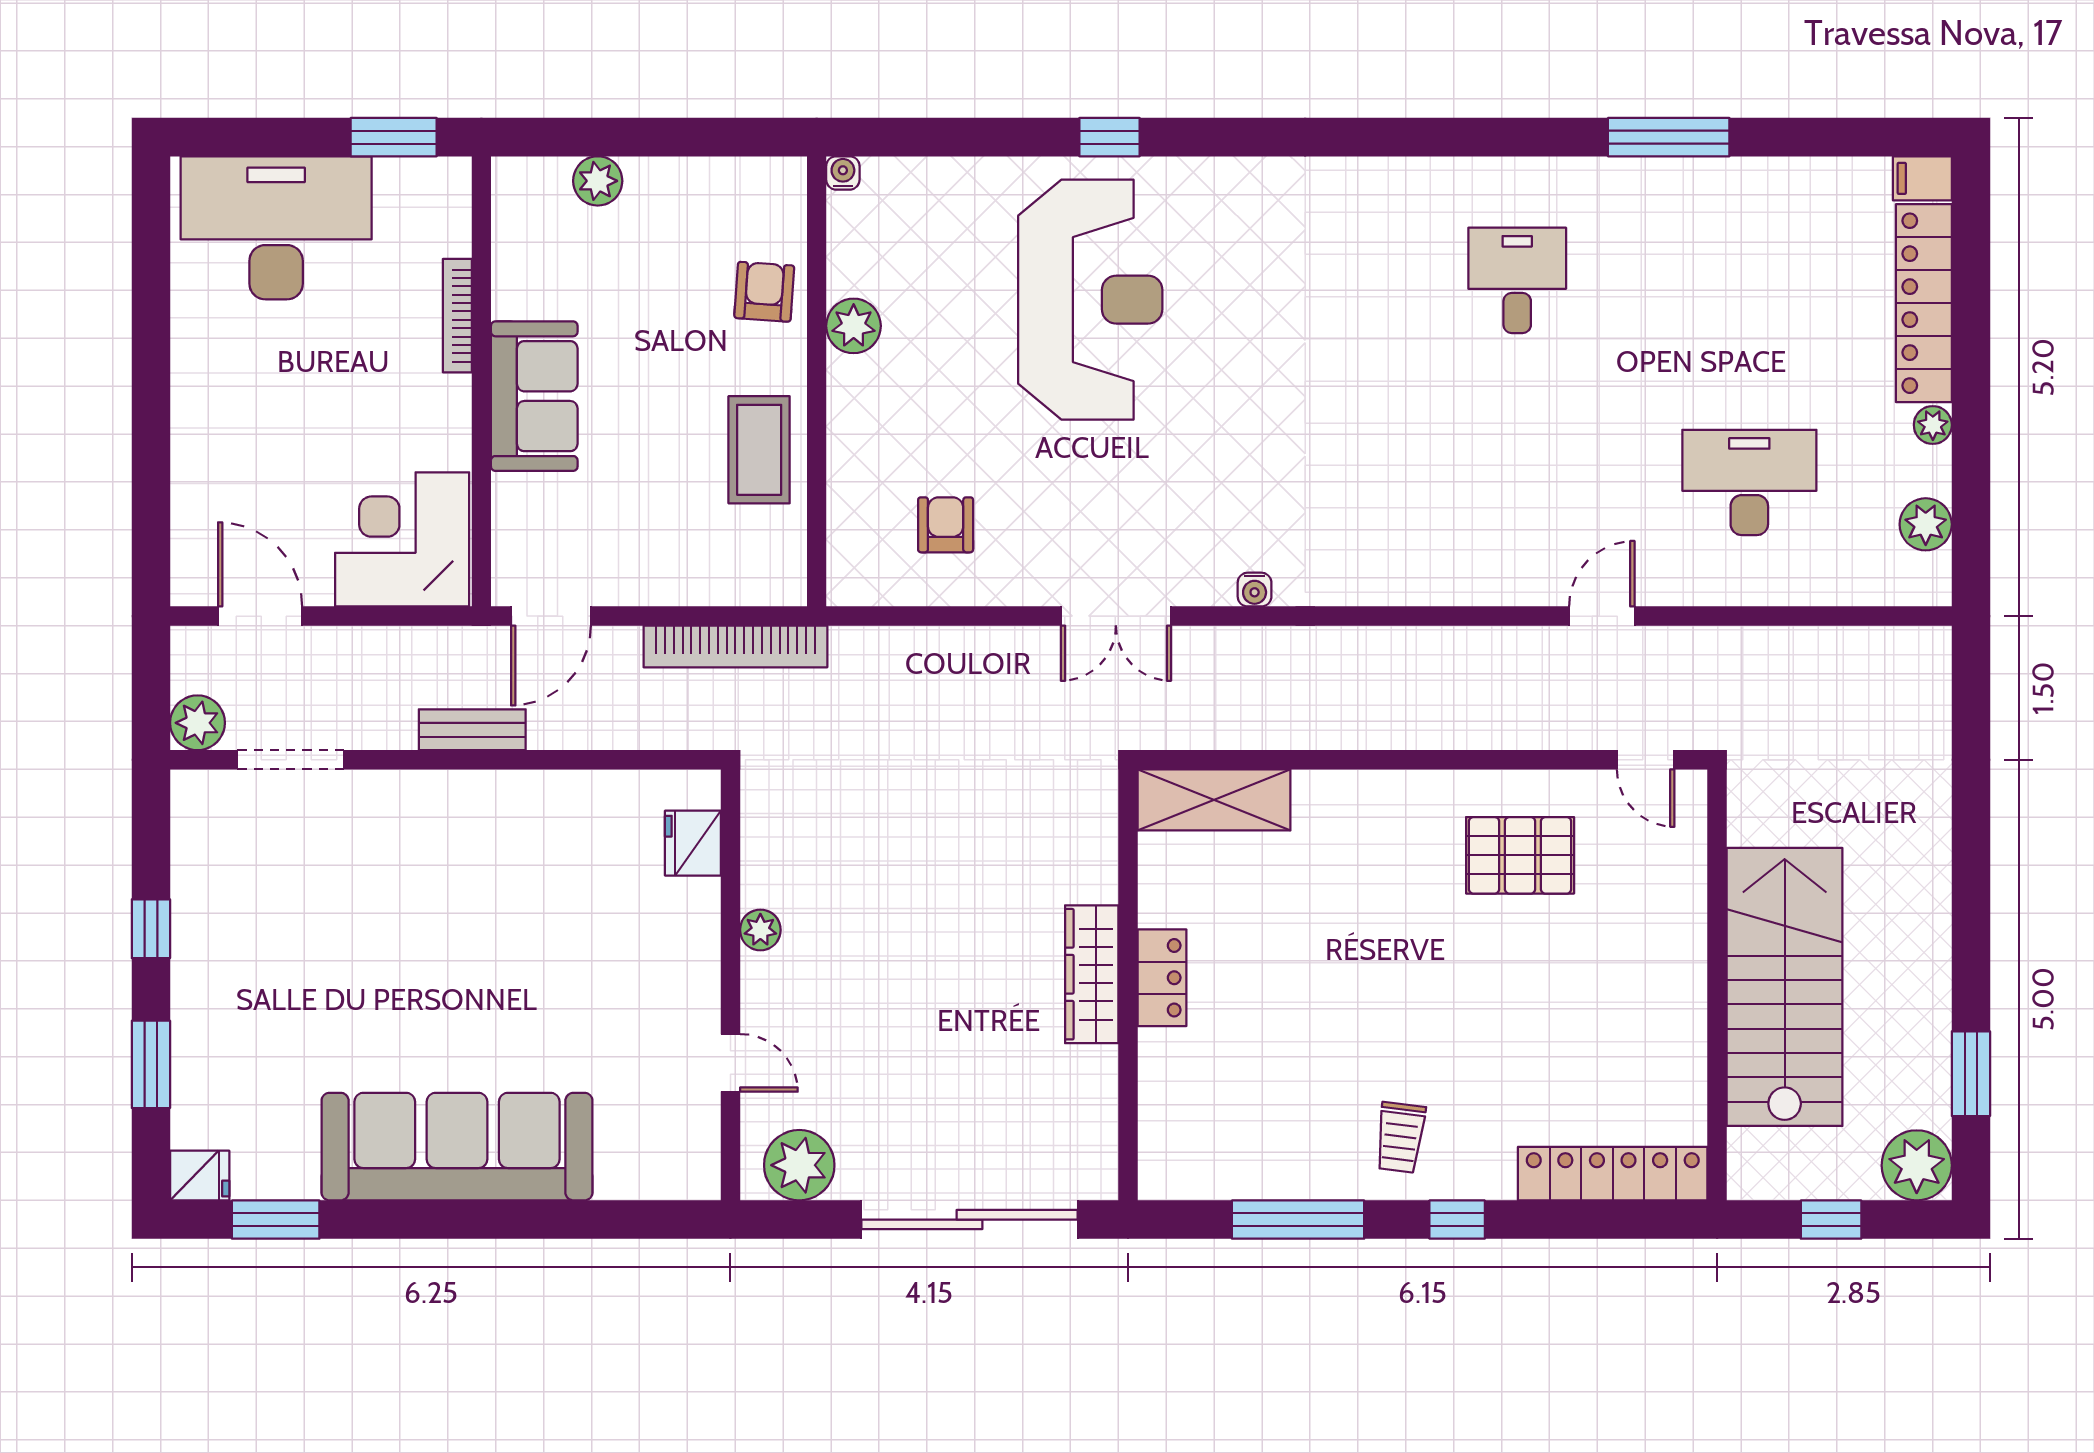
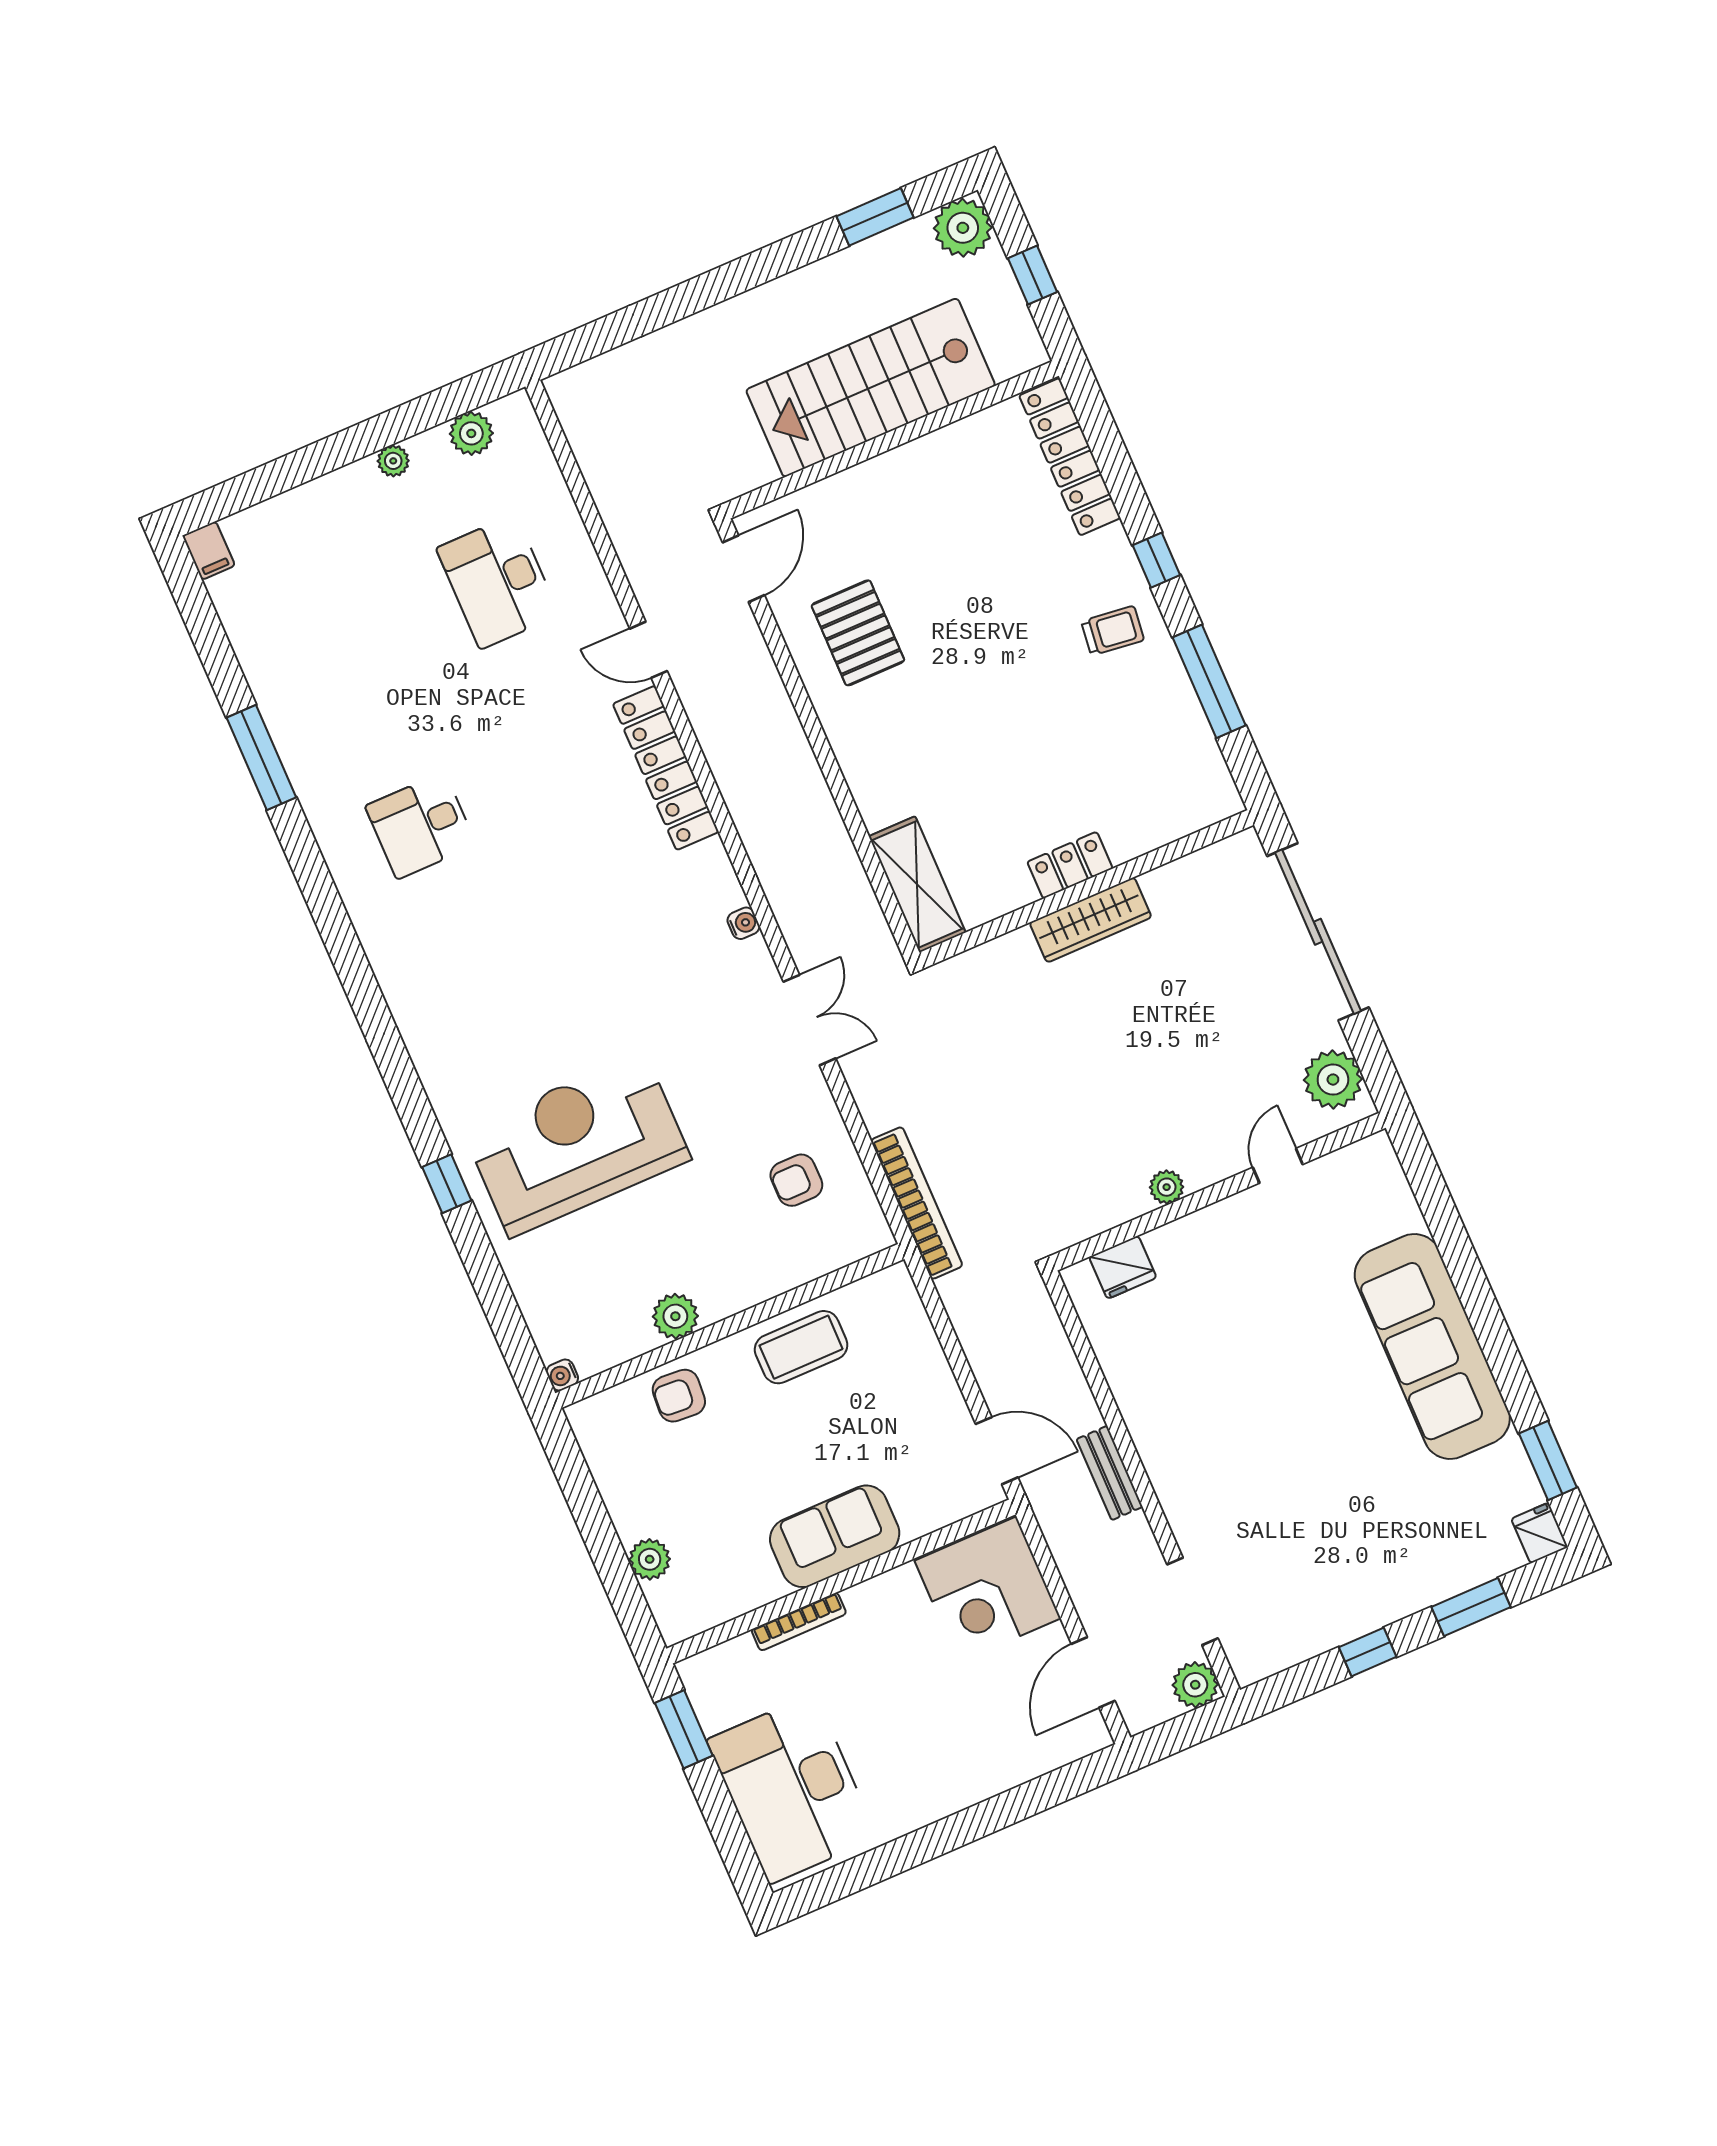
locker: (1924, 303) -> (666, 768), moved, turned 90
bookcase: (735, 647) -> (917, 1203), moved
door: (1646, 760) -> (743, 569), width x1.38

